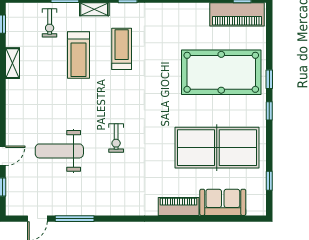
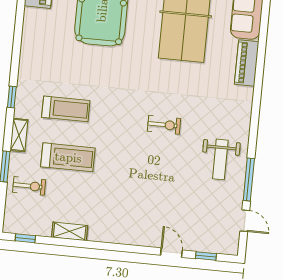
treadmill: (122, 49) -> (66, 109), turned 180
weight bench: (59, 151) -> (220, 159), moved, width x0.73, depth x0.75

